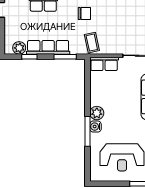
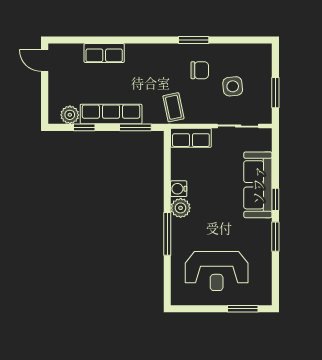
chair: (84, 13) -> (200, 70), moved
side table: (133, 28) -> (233, 86), added
water cooler: (96, 127) -> (179, 189), moved

